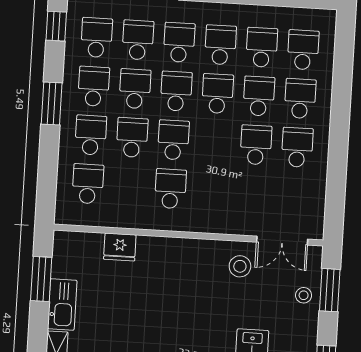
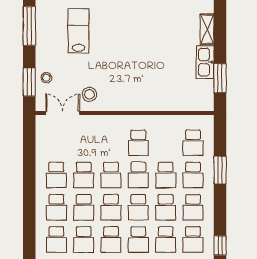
window: (52, 103) -> (220, 170), moved
school desk: (215, 142) -> (111, 175), added
fridge: (120, 247) -> (169, 102), removed

